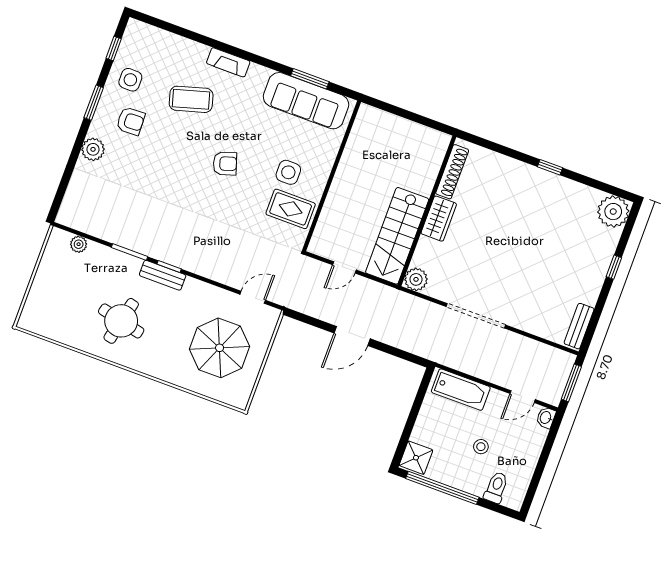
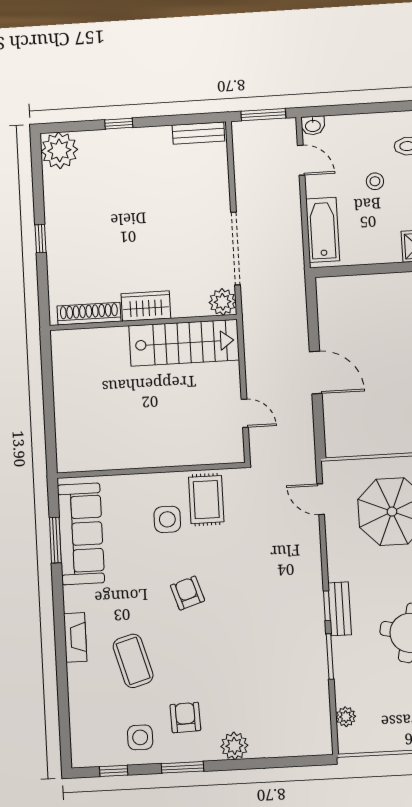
shoe rack: (452, 172) -> (89, 314), moved
wall: (427, 211) -> (143, 322), moved
wardrobe: (439, 219) -> (146, 306), moved
stairs: (397, 236) -> (184, 343), moved
plant: (416, 279) -> (223, 302), moved

